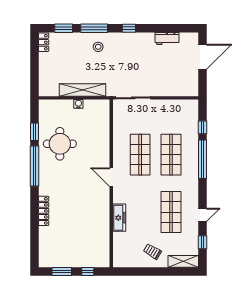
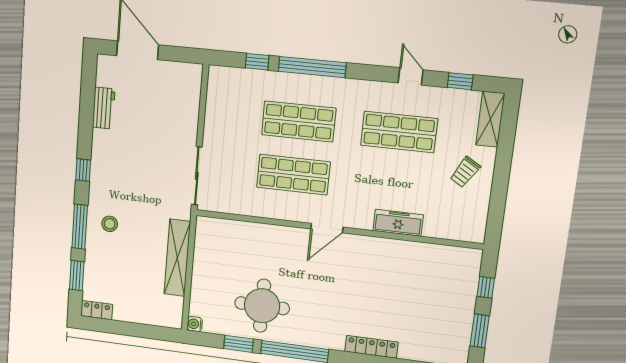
water cooler: (78, 104) -> (195, 324), moved

